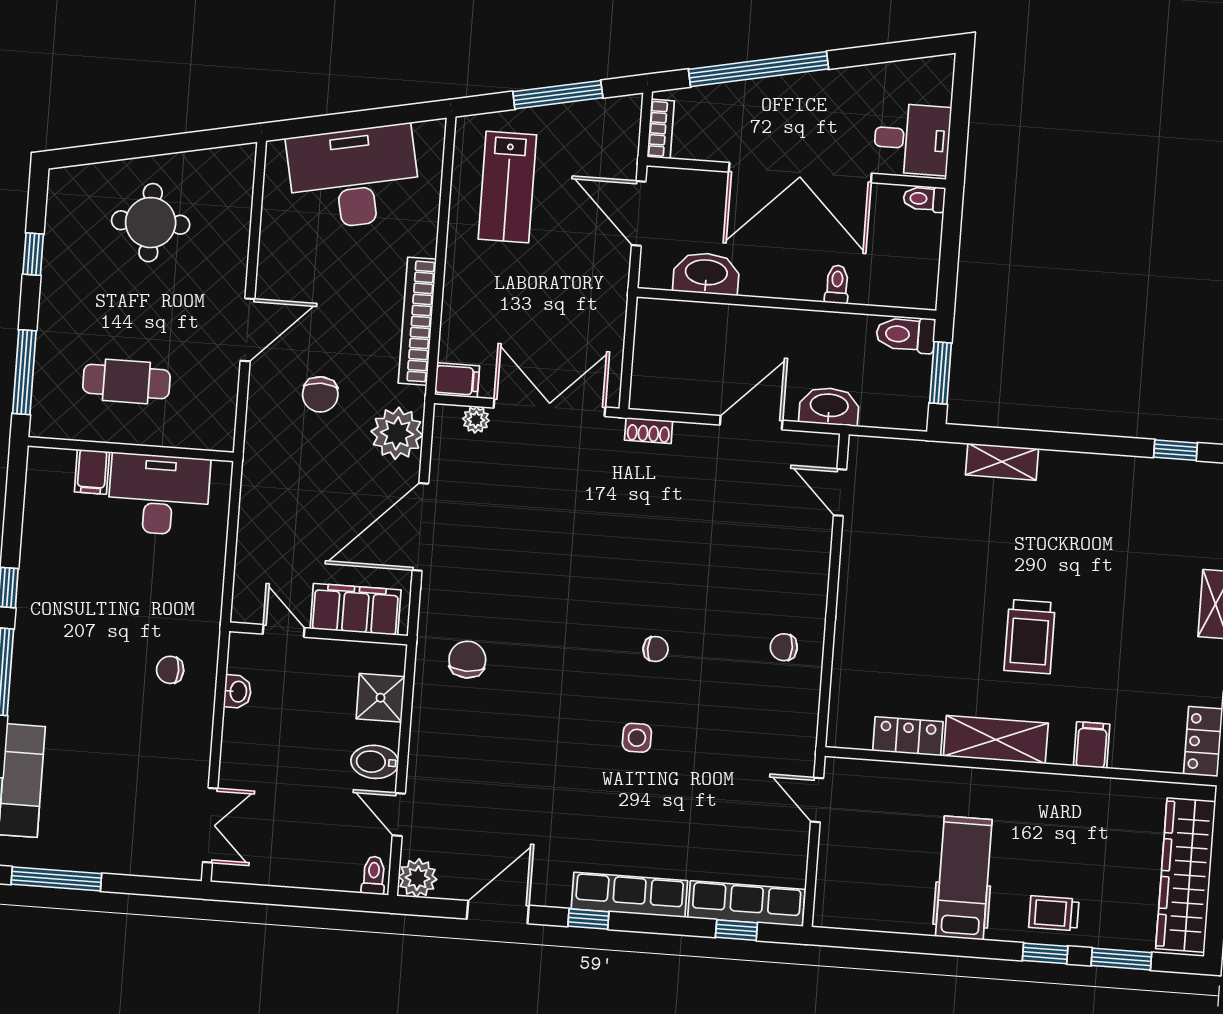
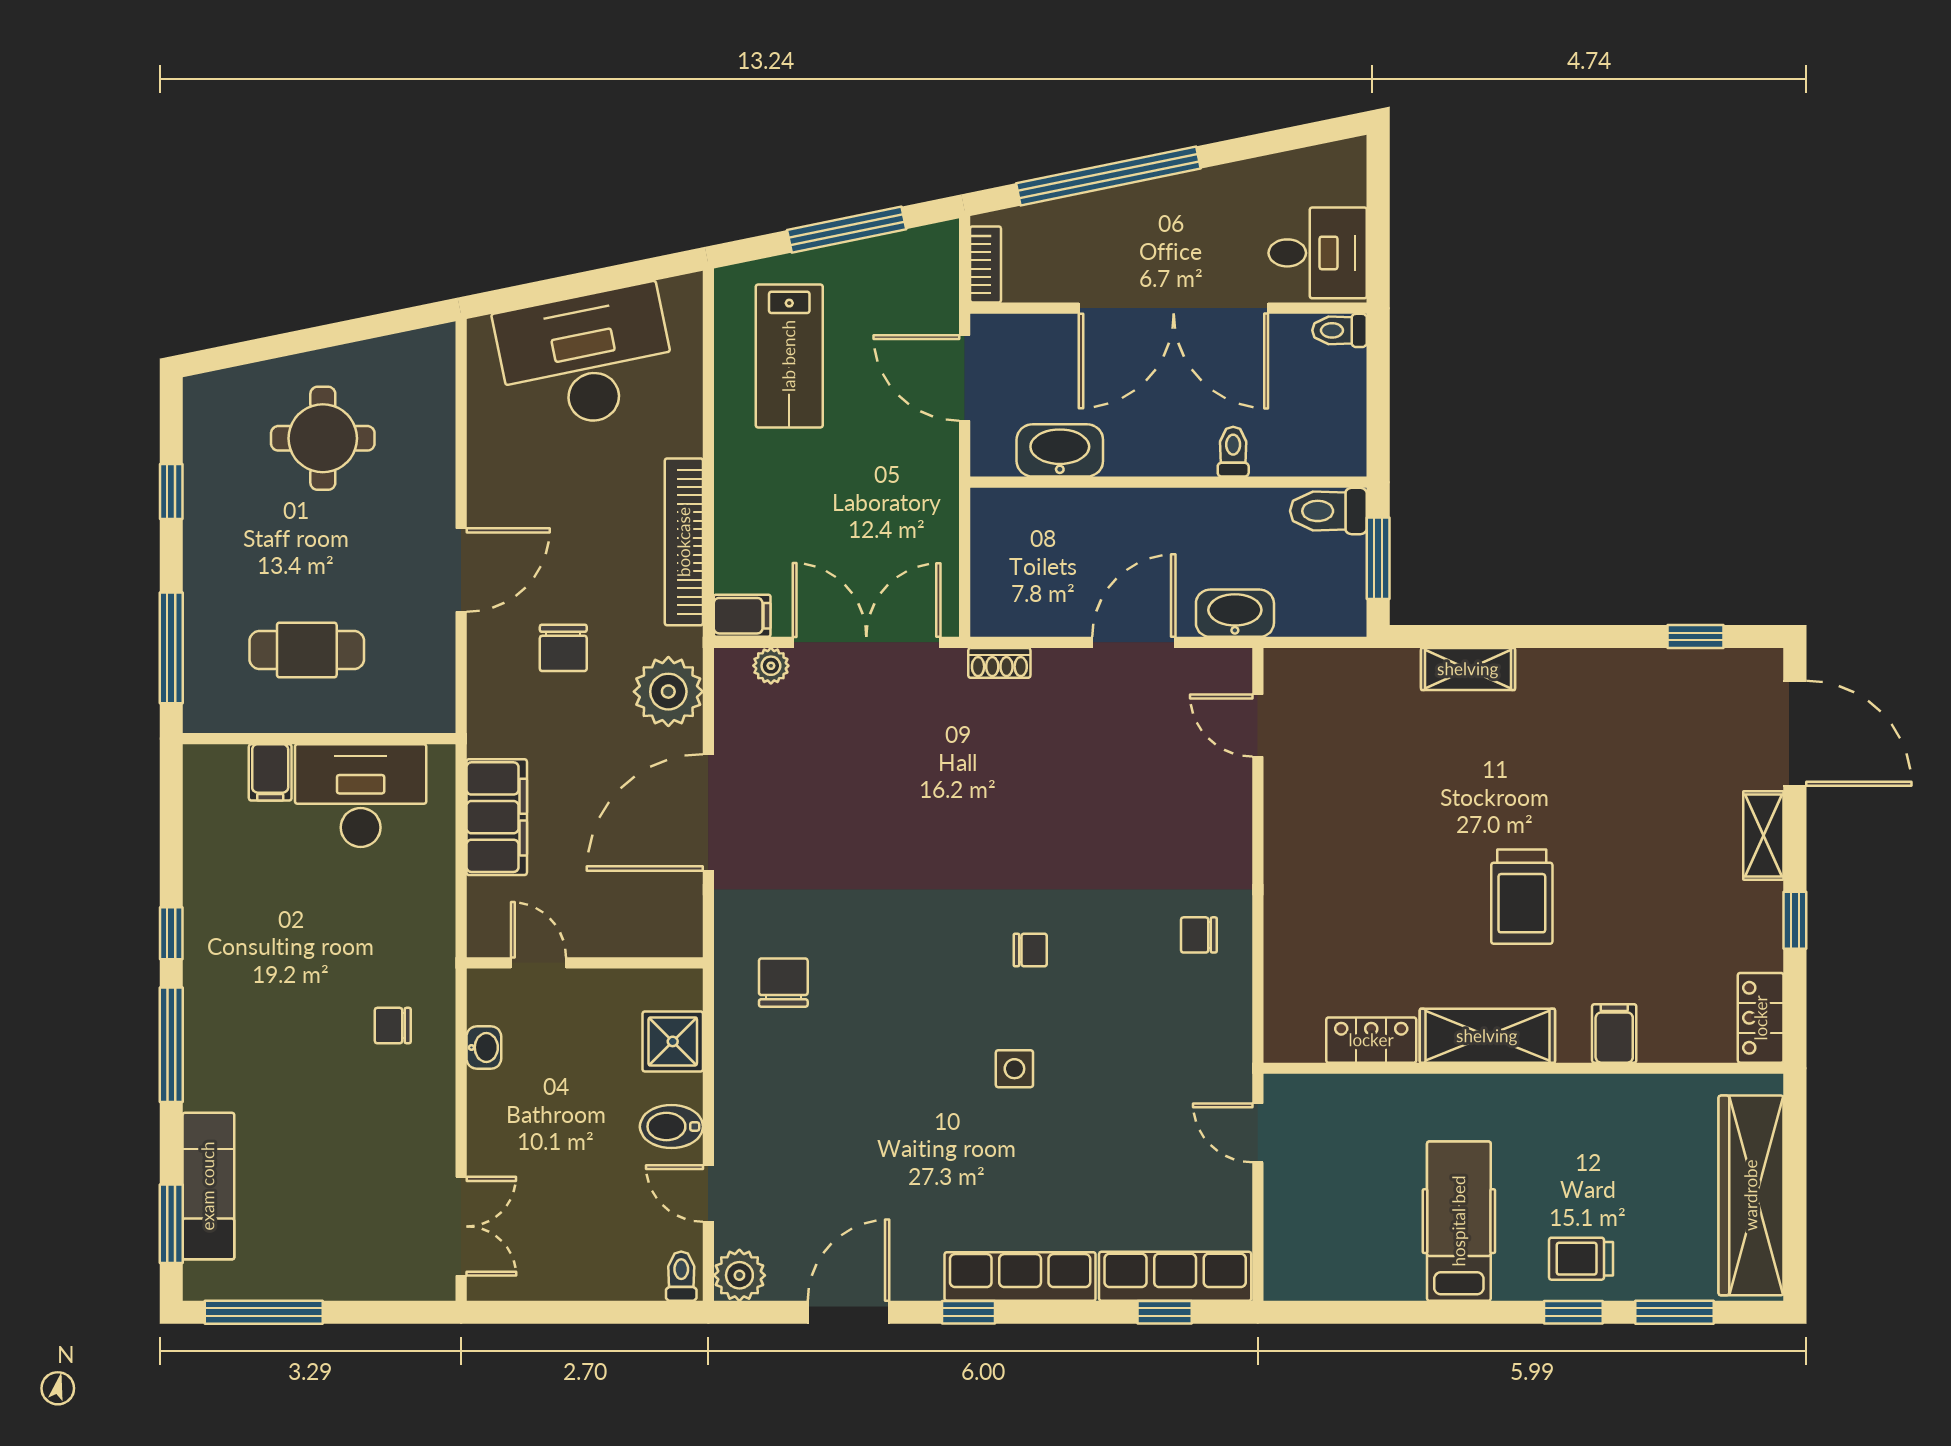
filing cabinet: (356, 609) -> (497, 817), moved, turned 90

